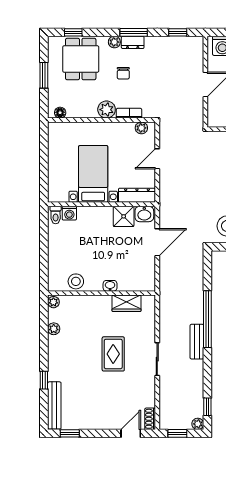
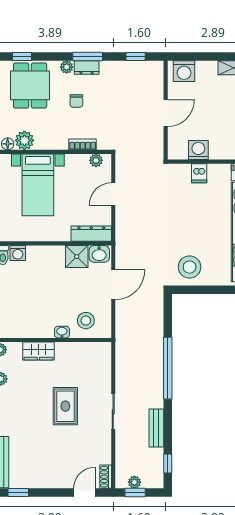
plant: (107, 110) -> (24, 140), moved
bed with nightstands: (93, 174) -> (38, 185), moved, turned 180
stool: (76, 281) -> (86, 321), moved
wardrobe: (127, 303) -> (38, 351), moved
bench: (197, 342) -> (156, 428), moved
plant: (198, 424) -> (134, 482), moved

